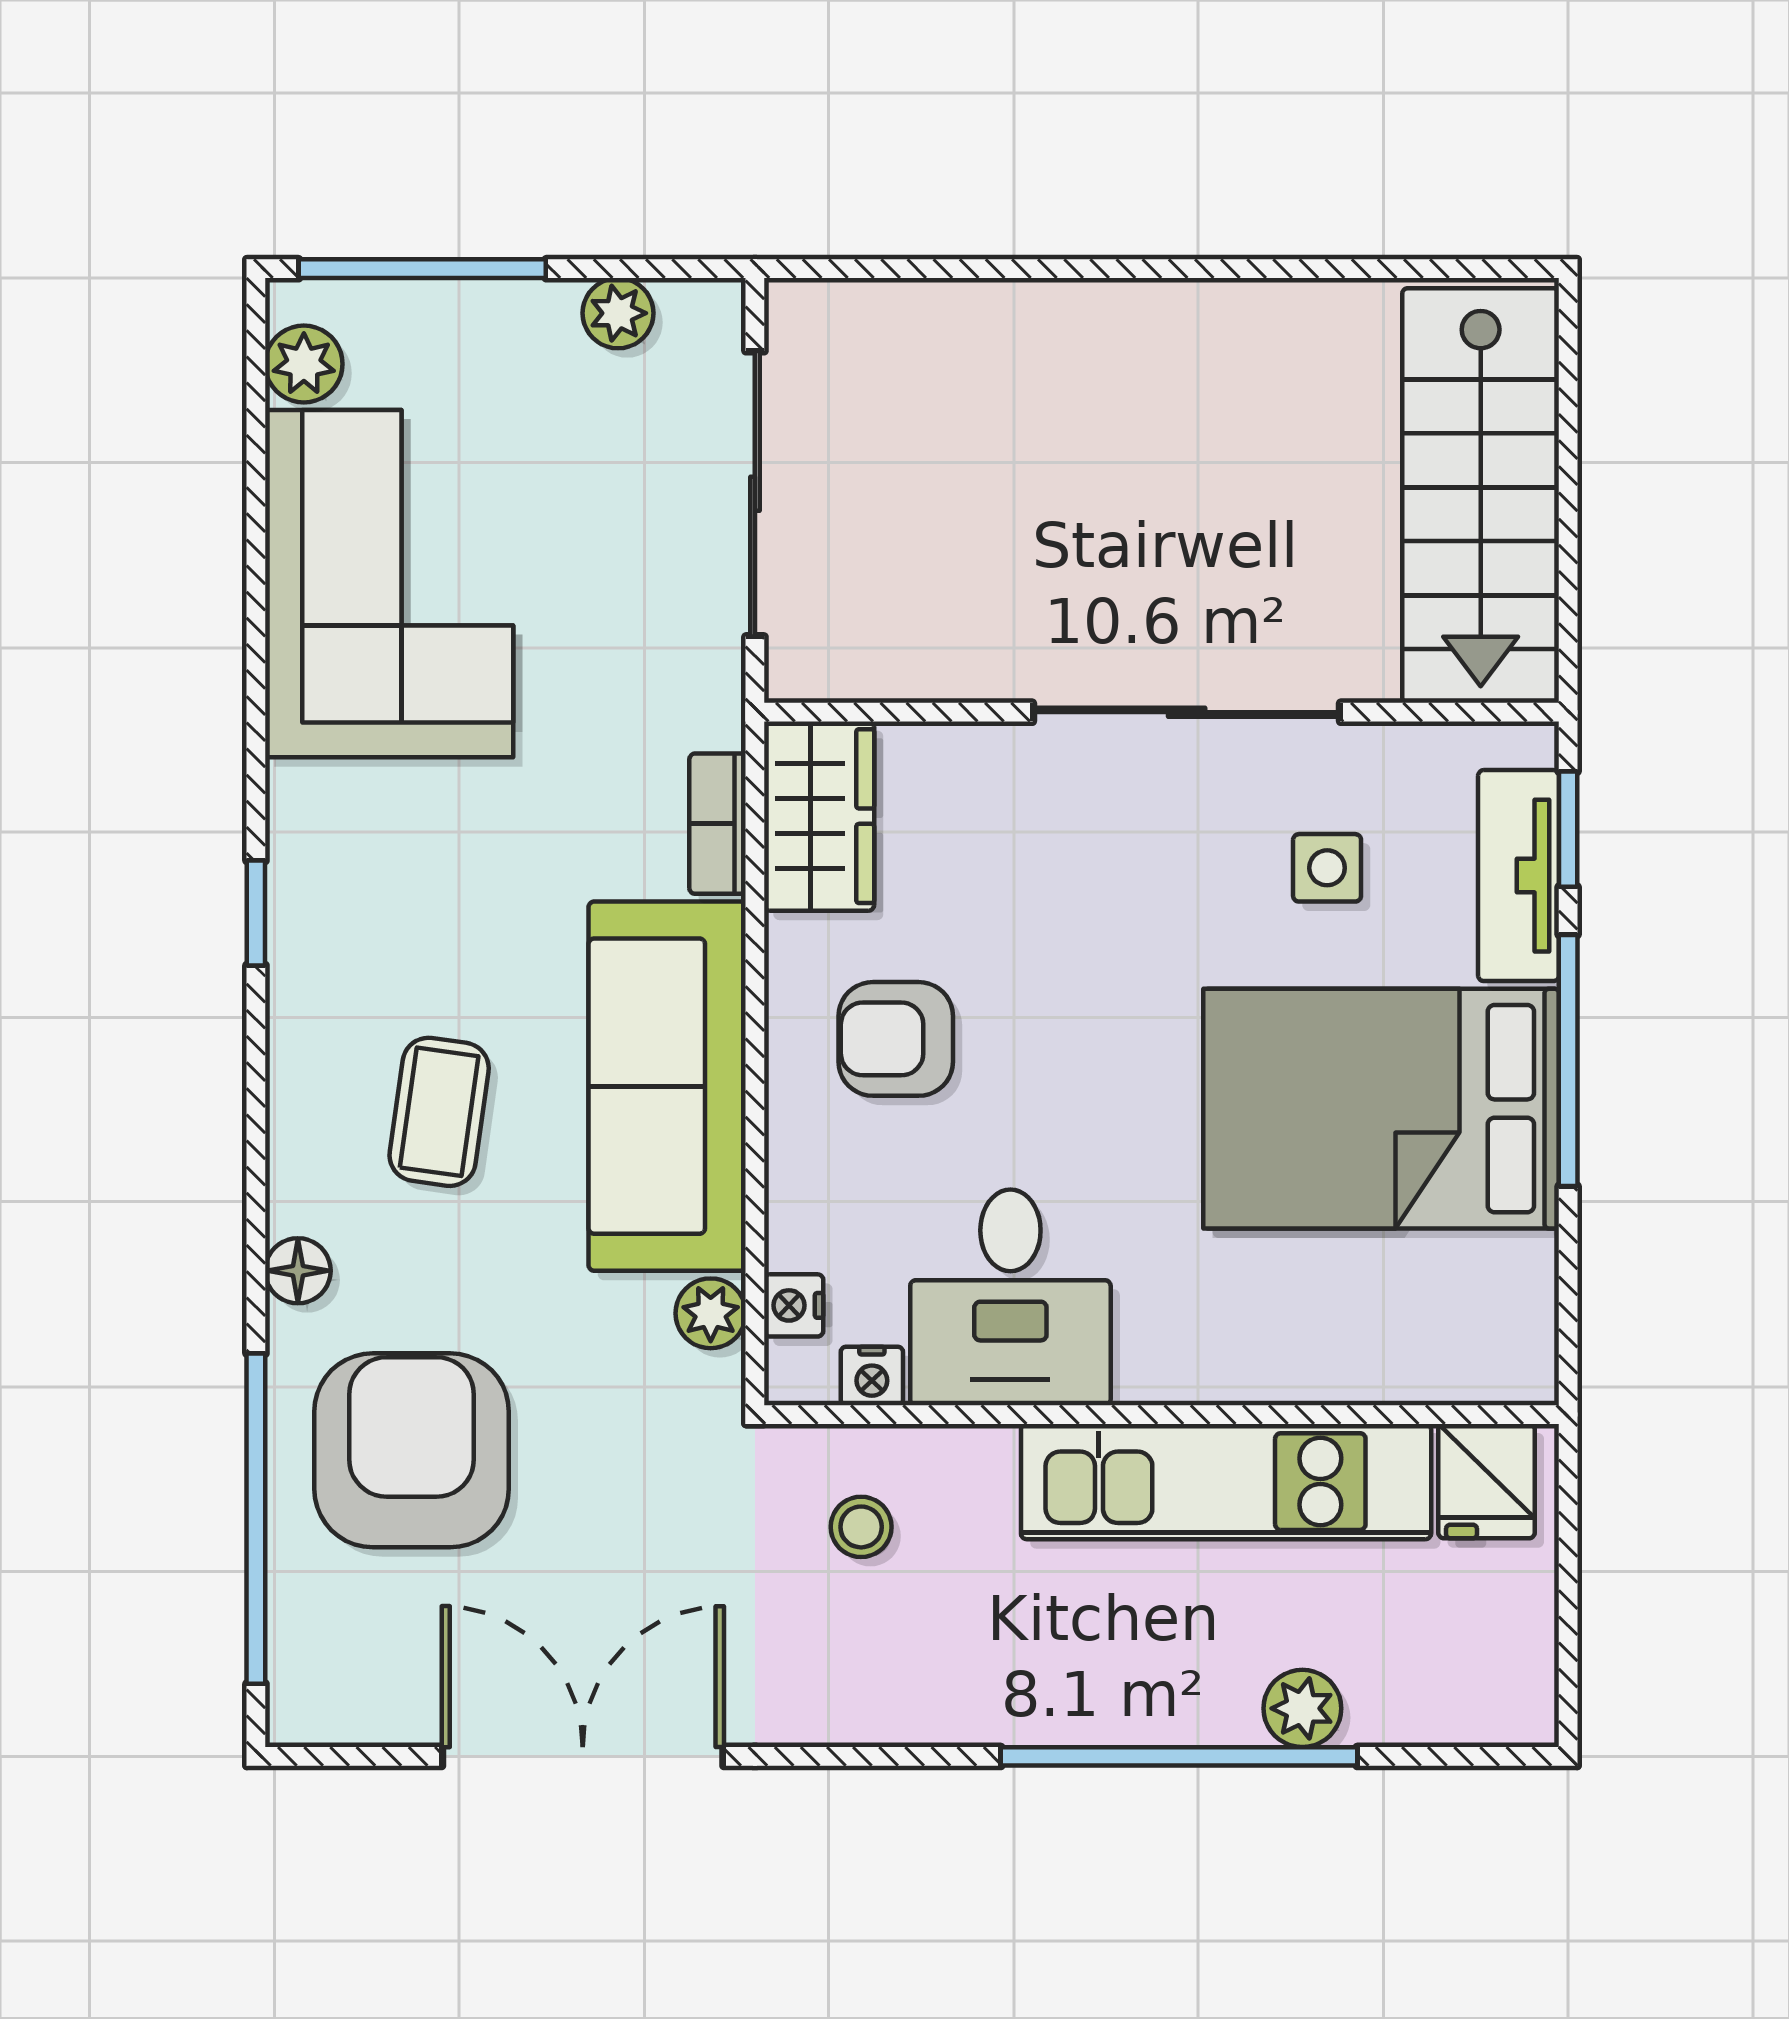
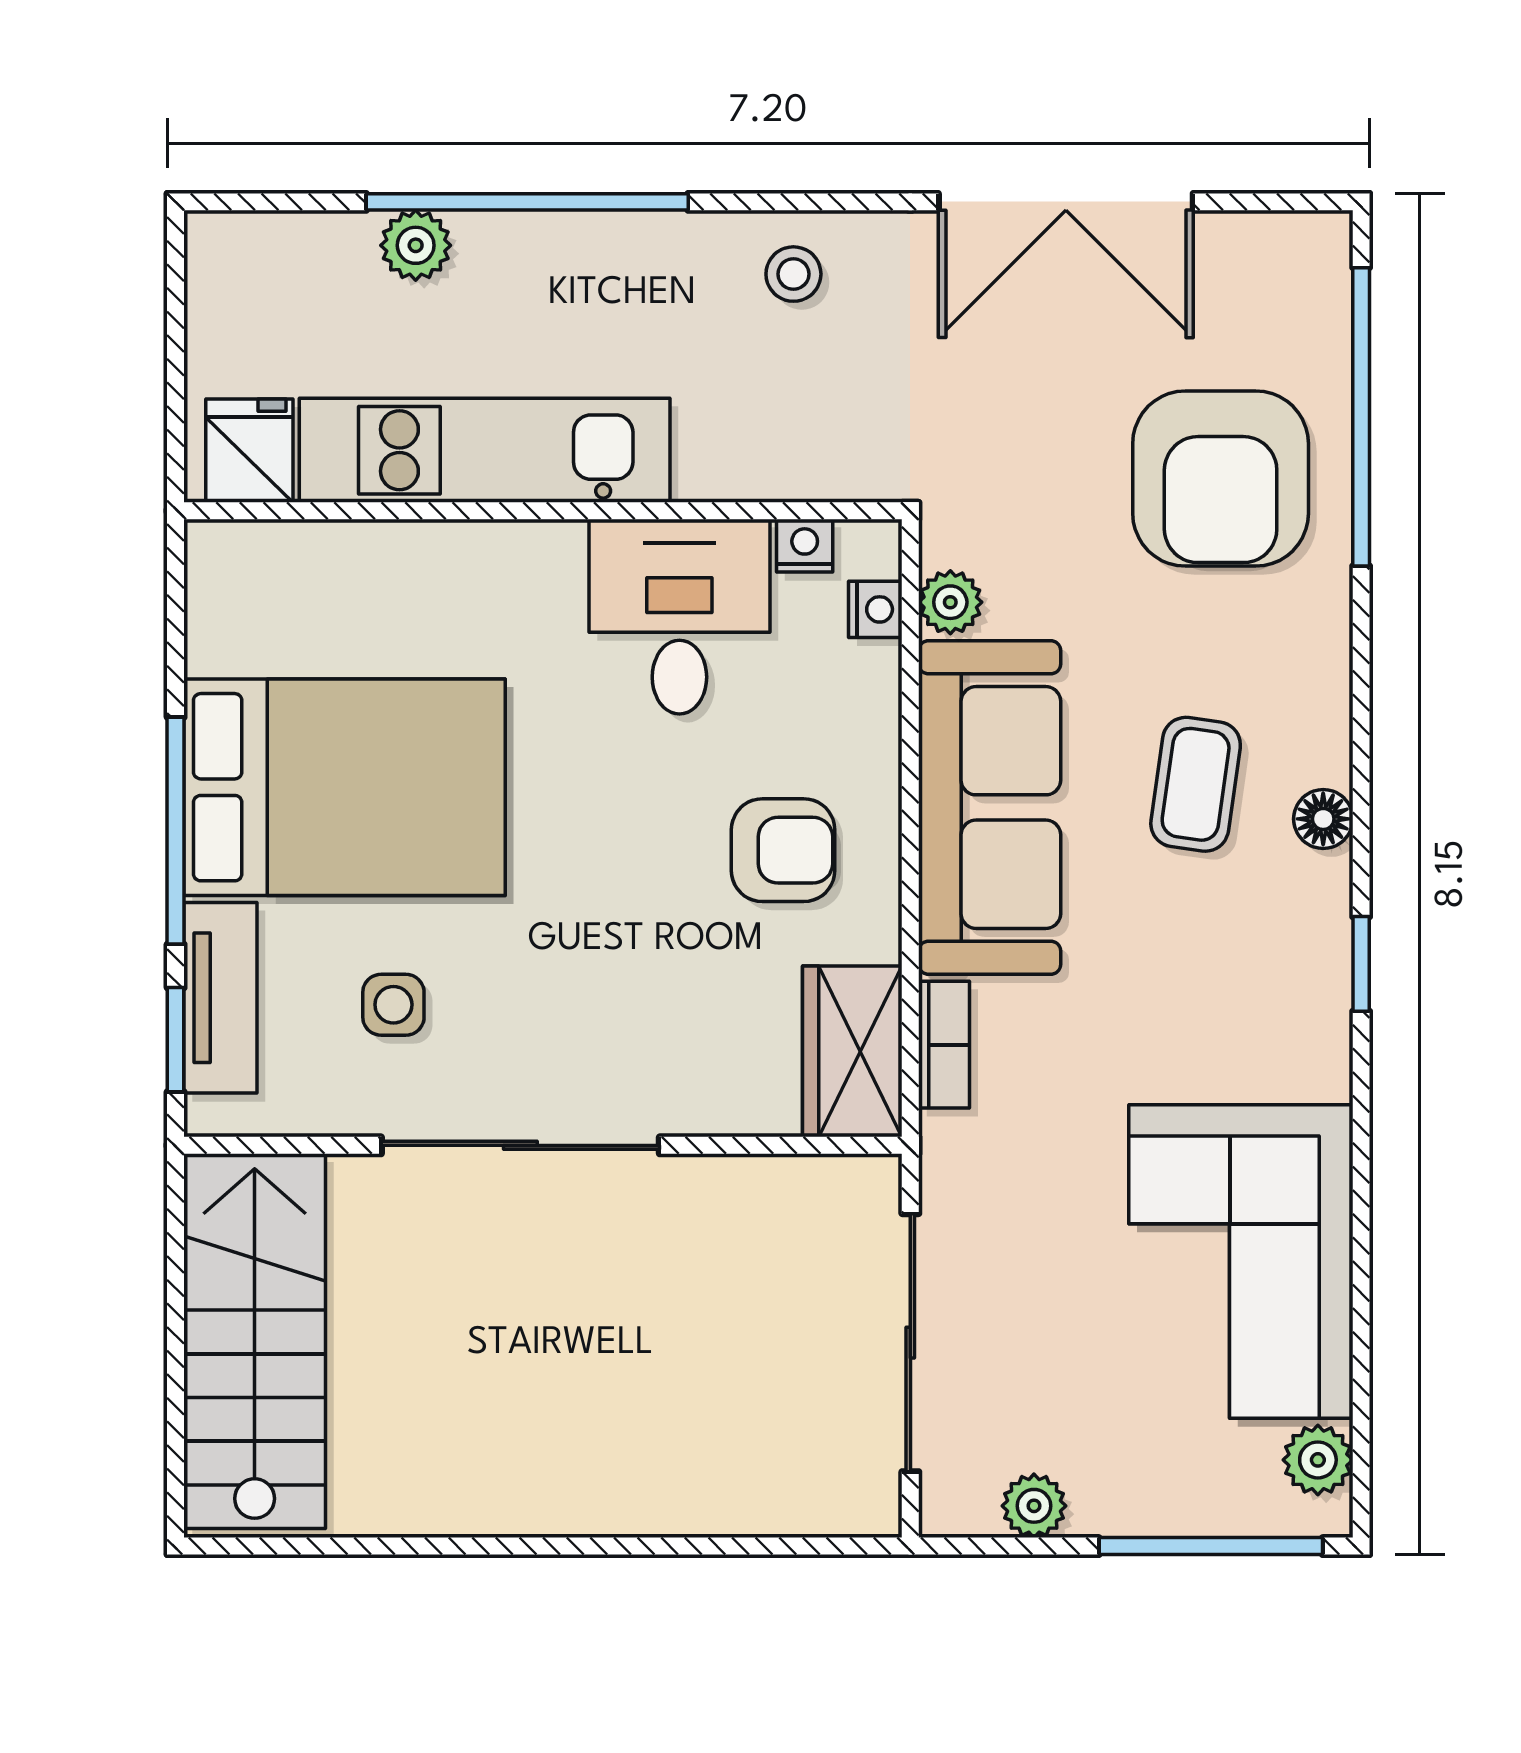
floor lamp: (298, 1271) -> (1323, 819), moved
stool: (861, 1527) -> (793, 274), moved

